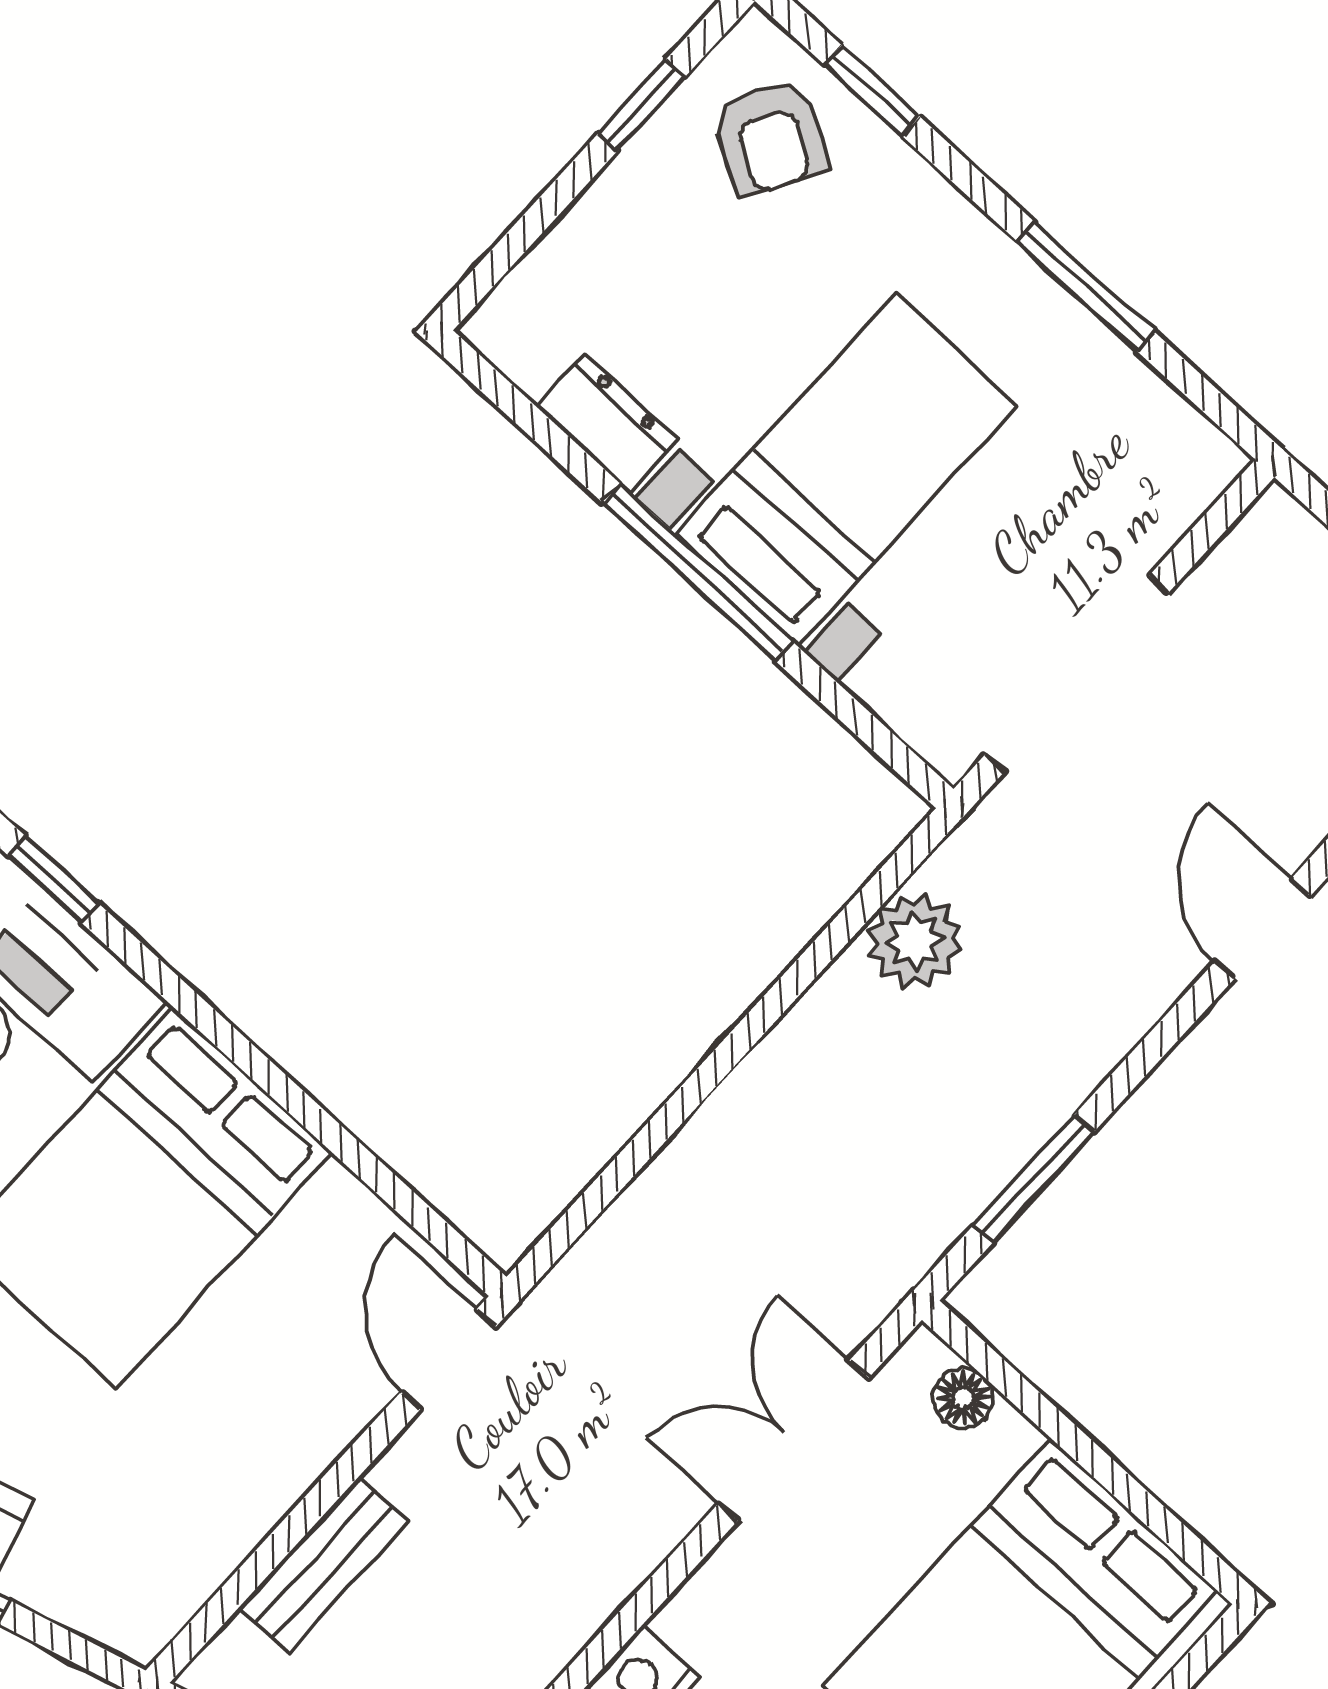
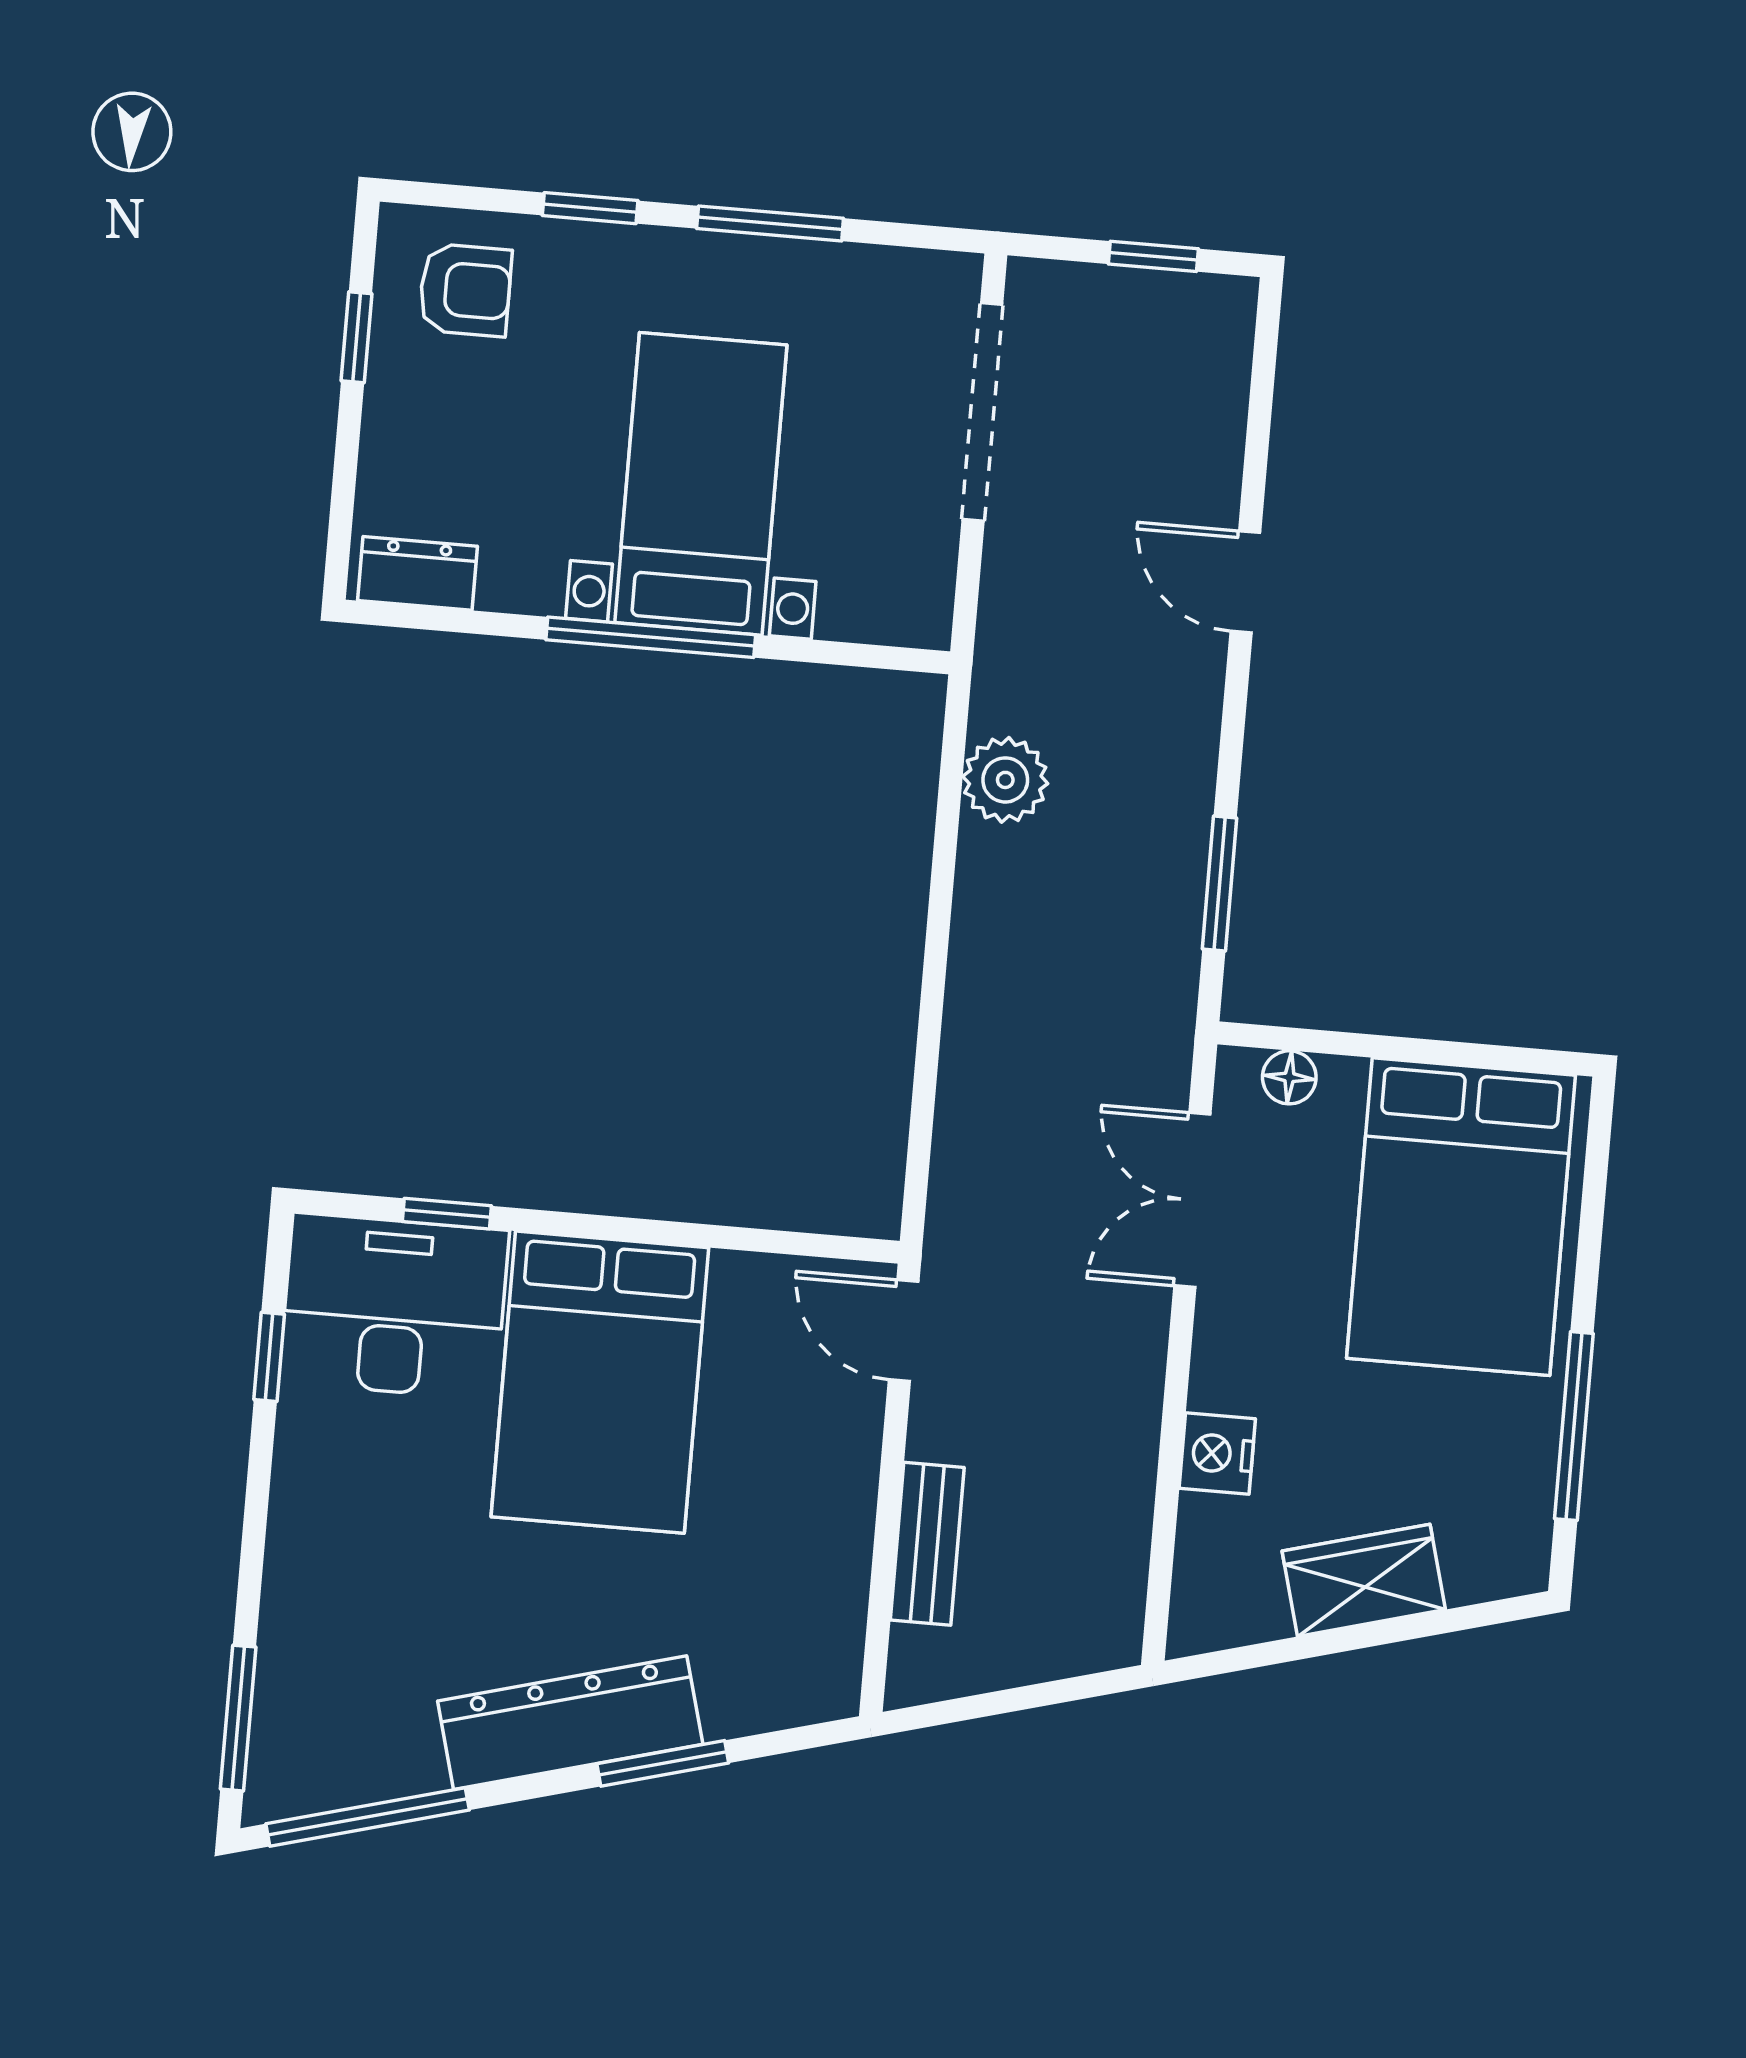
window: (872, 91) -> (590, 208), moved
armchair: (770, 138) -> (465, 290), turned -31
dresser: (607, 423) -> (417, 573), moved
doorway: (1077, 674) -> (982, 412), moved
window: (53, 879) -> (447, 1214), moved

